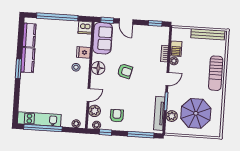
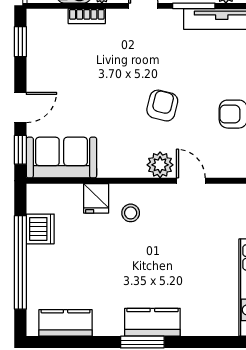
dishwasher: (85, 28) -> (40, 229), moved
kitchen counter: (28, 60) -> (152, 322), moved
floor lamp: (98, 68) -> (129, 163), removed
armchair: (125, 71) -> (162, 106), moved
plant: (95, 111) -> (160, 165), moved

